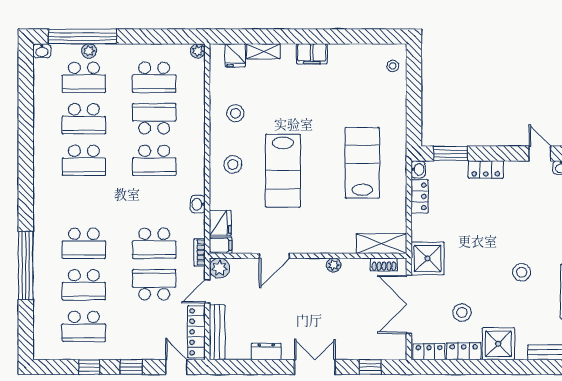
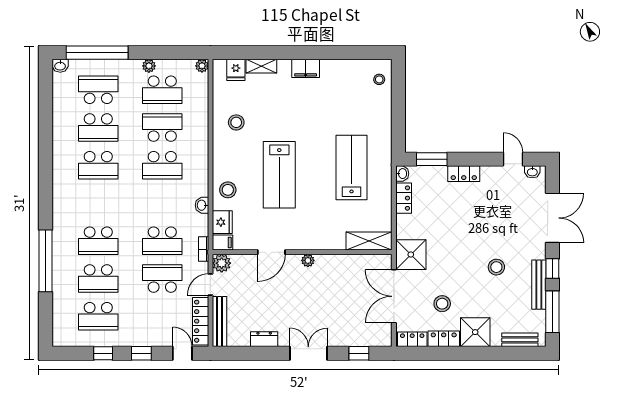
plant: (89, 51) -> (149, 66), moved
school desk: (84, 77) -> (98, 90), turned 180
stool: (233, 164) -> (228, 190), moved
shoe rack: (384, 264) -> (371, 260), removed
plant: (334, 265) -> (308, 260), moved

